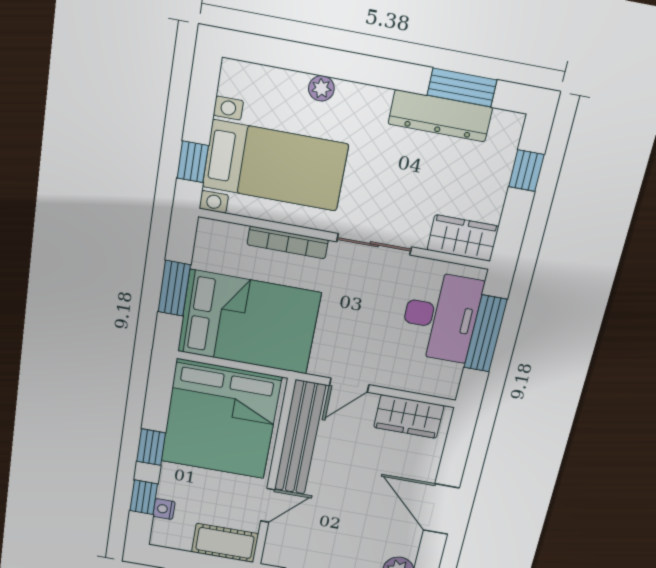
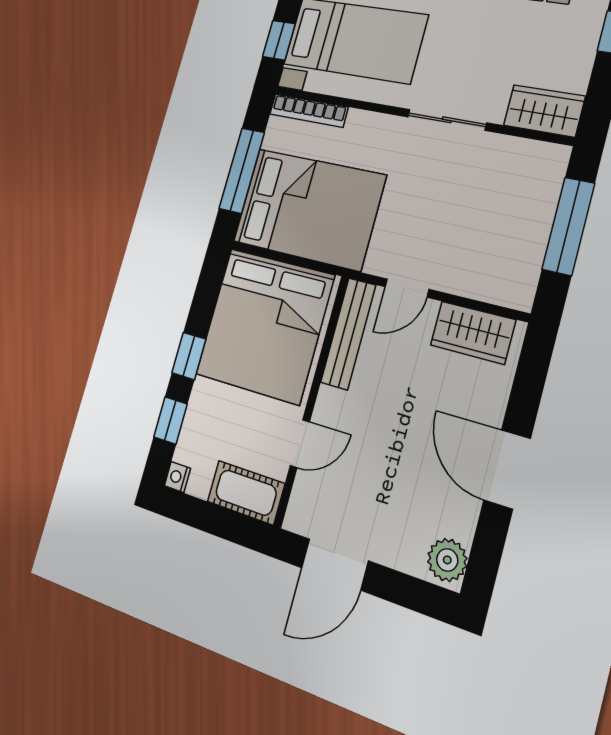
bookcase: (288, 242) -> (309, 111), moved
window: (174, 288) -> (242, 171), width x1.44
desk: (441, 317) -> (516, 204), removed
bench: (300, 438) -> (348, 334), width x0.73, depth x0.82
nightstand: (164, 509) -> (177, 477), moved

